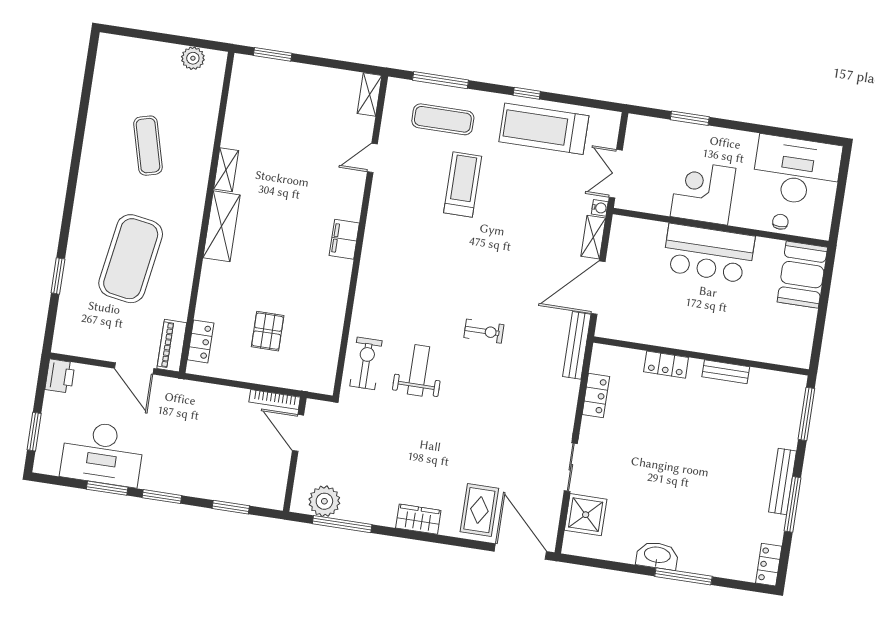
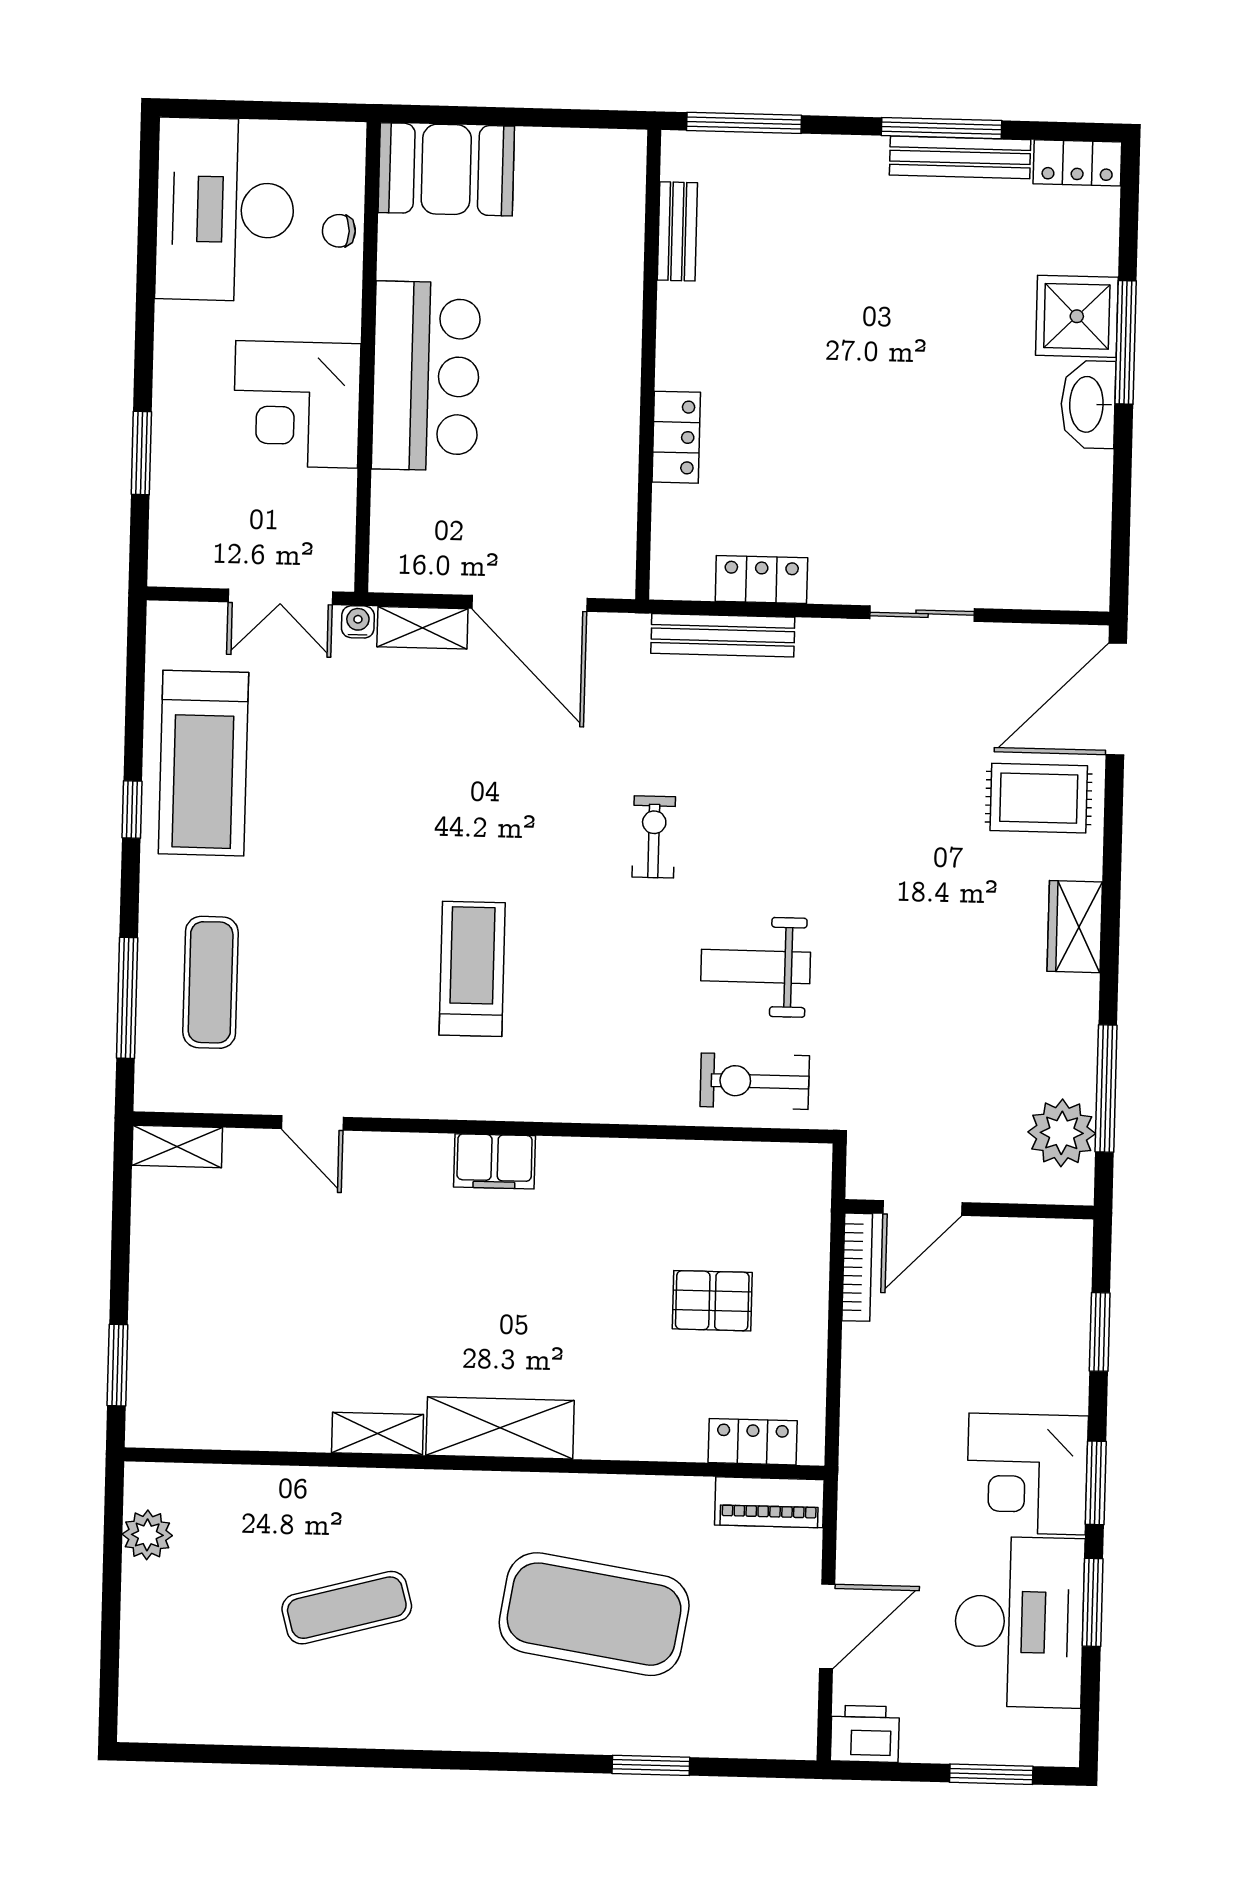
treadmill: (463, 185) -> (472, 969), moved, turned 90
bench: (577, 345) -> (723, 635), moved
door: (134, 368) -> (827, 1626), moved
bench: (726, 372) -> (677, 231), moved
corner desk: (170, 466) -> (1027, 1474), added
bench: (783, 482) -> (960, 157), moved
shower: (586, 515) -> (1077, 316), moved

